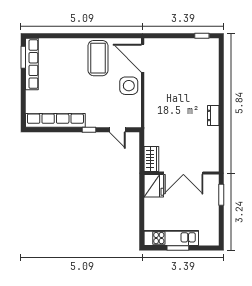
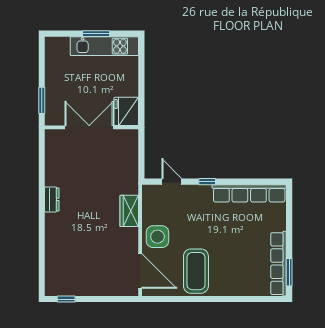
wardrobe: (151, 159) -> (129, 211), moved

